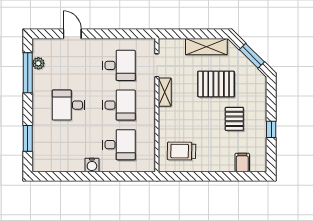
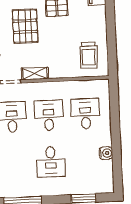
plant: (38, 63) -> (13, 192), removed
water cooler: (92, 165) -> (106, 153), moved

